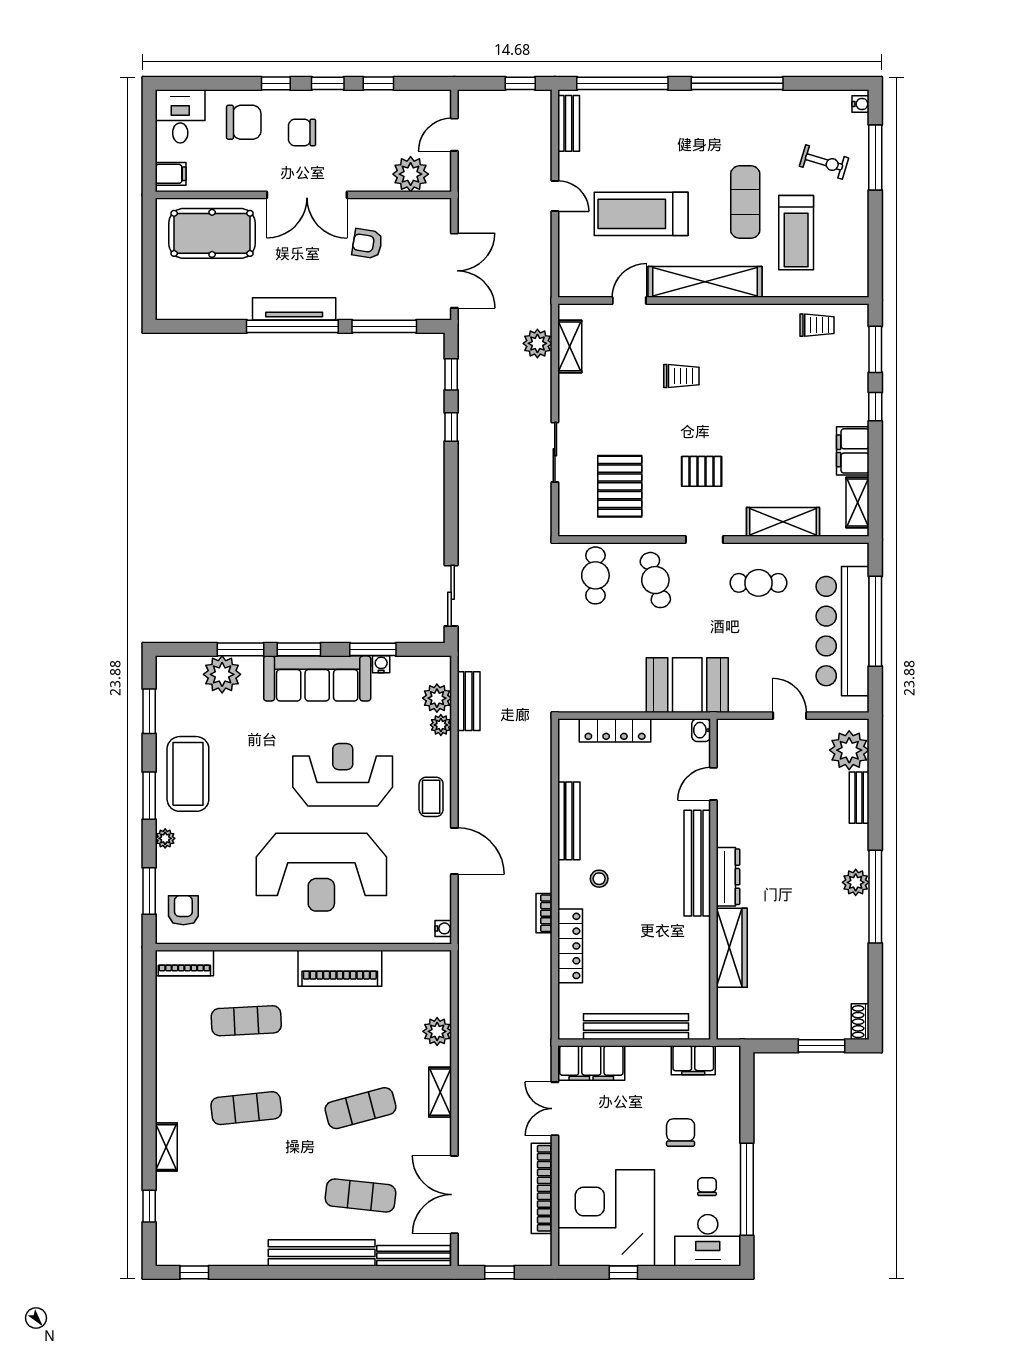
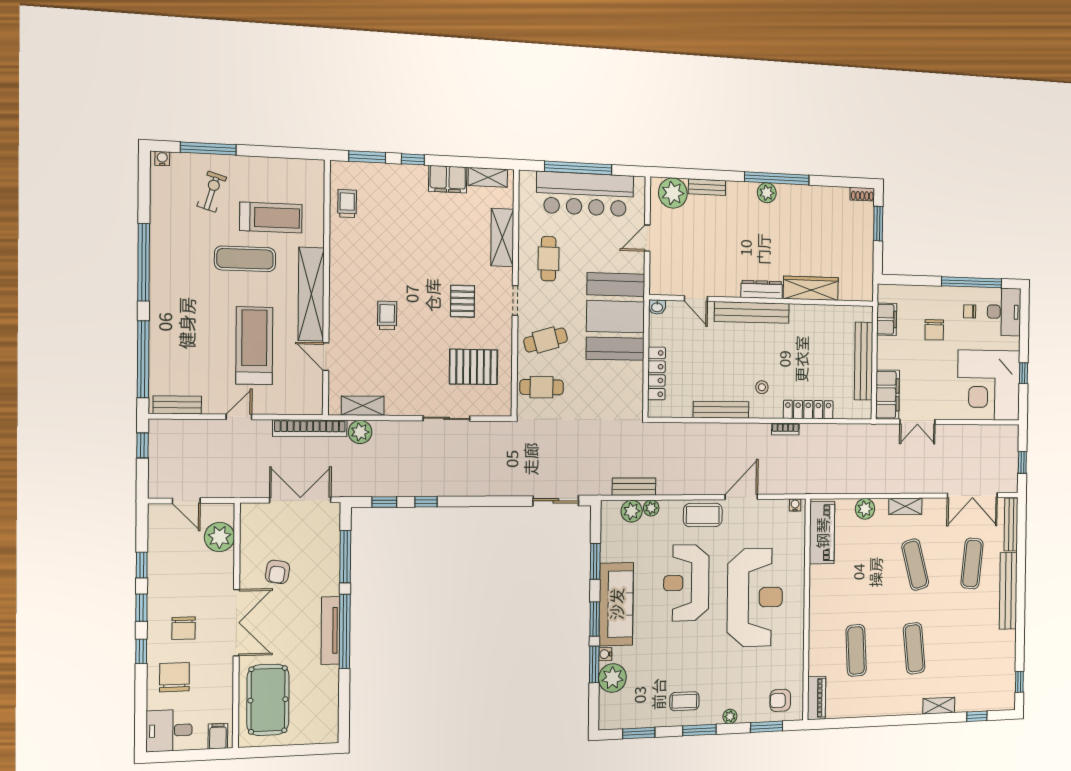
treadmill: (641, 214) -> (254, 346), turned 180
water cooler: (381, 664) -> (605, 654), moved
booth: (687, 685) -> (616, 317), width x1.36, depth x1.42
coffee table: (188, 774) -> (684, 701), width x0.54, depth x0.58
coffee table: (431, 797) -> (703, 515), width x1.36, depth x1.30
piano: (340, 968) -> (822, 533), moved
chair: (681, 1133) -> (934, 330), turned -90
bookcase: (542, 1188) -> (310, 428), moved

